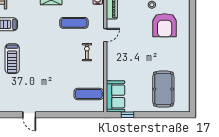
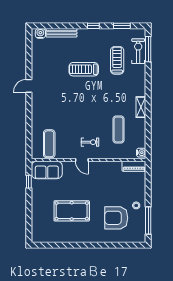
door: (105, 35) -> (82, 160), moved
pool table: (163, 89) -> (72, 211), moved

